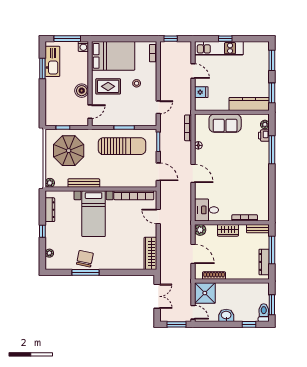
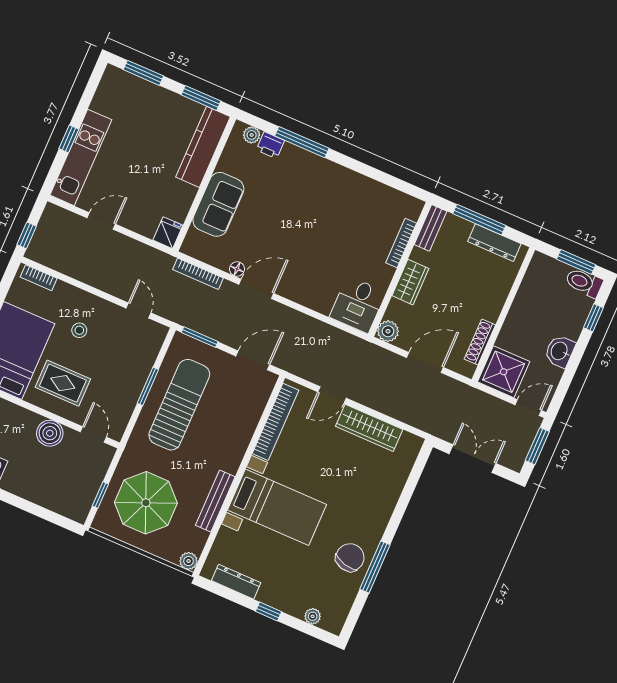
rug: (108, 86) -> (63, 383), turned 90
fridge: (201, 92) -> (168, 233), moved
door: (193, 173) -> (256, 289), moved
wardrobe: (150, 253) -> (369, 428), moved
chair: (85, 259) -> (350, 558), turned 93

